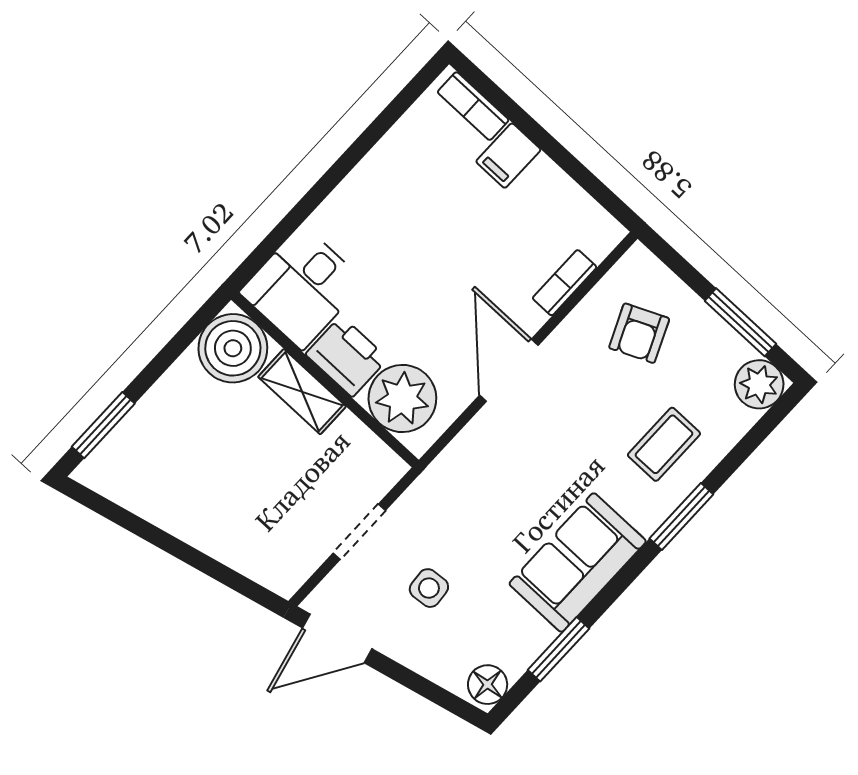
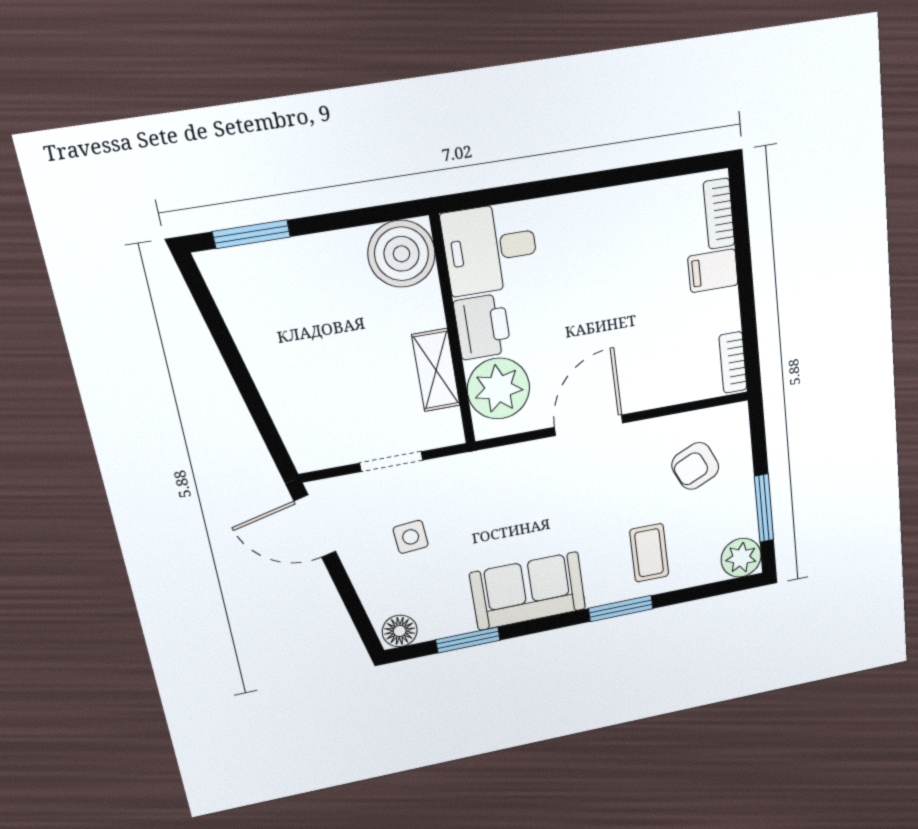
bookcase: (565, 283) -> (733, 362), moved, turned -90
shelving: (302, 392) -> (436, 370), moved
coffee table: (664, 444) -> (649, 553), turned 90

